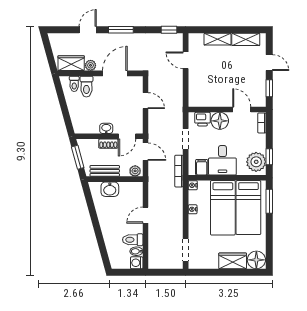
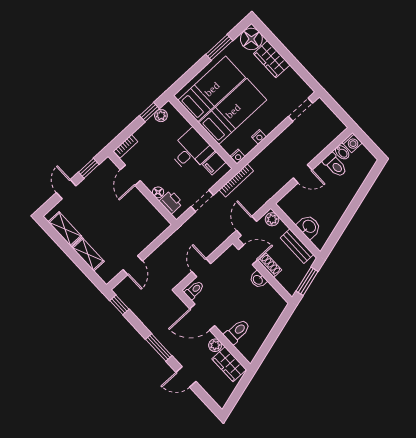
toilet: (74, 84) -> (194, 290), moved
floor lamp: (220, 121) -> (158, 192), width x0.53, depth x0.53
plant: (256, 162) -> (161, 115), width x0.53, depth x0.53
window: (269, 201) -> (219, 47), moved

